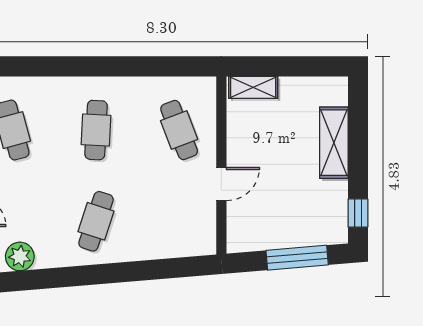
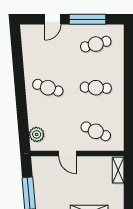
cafe table: (179, 130) -> (96, 131), turned 45
plant: (20, 256) -> (37, 134), moved

